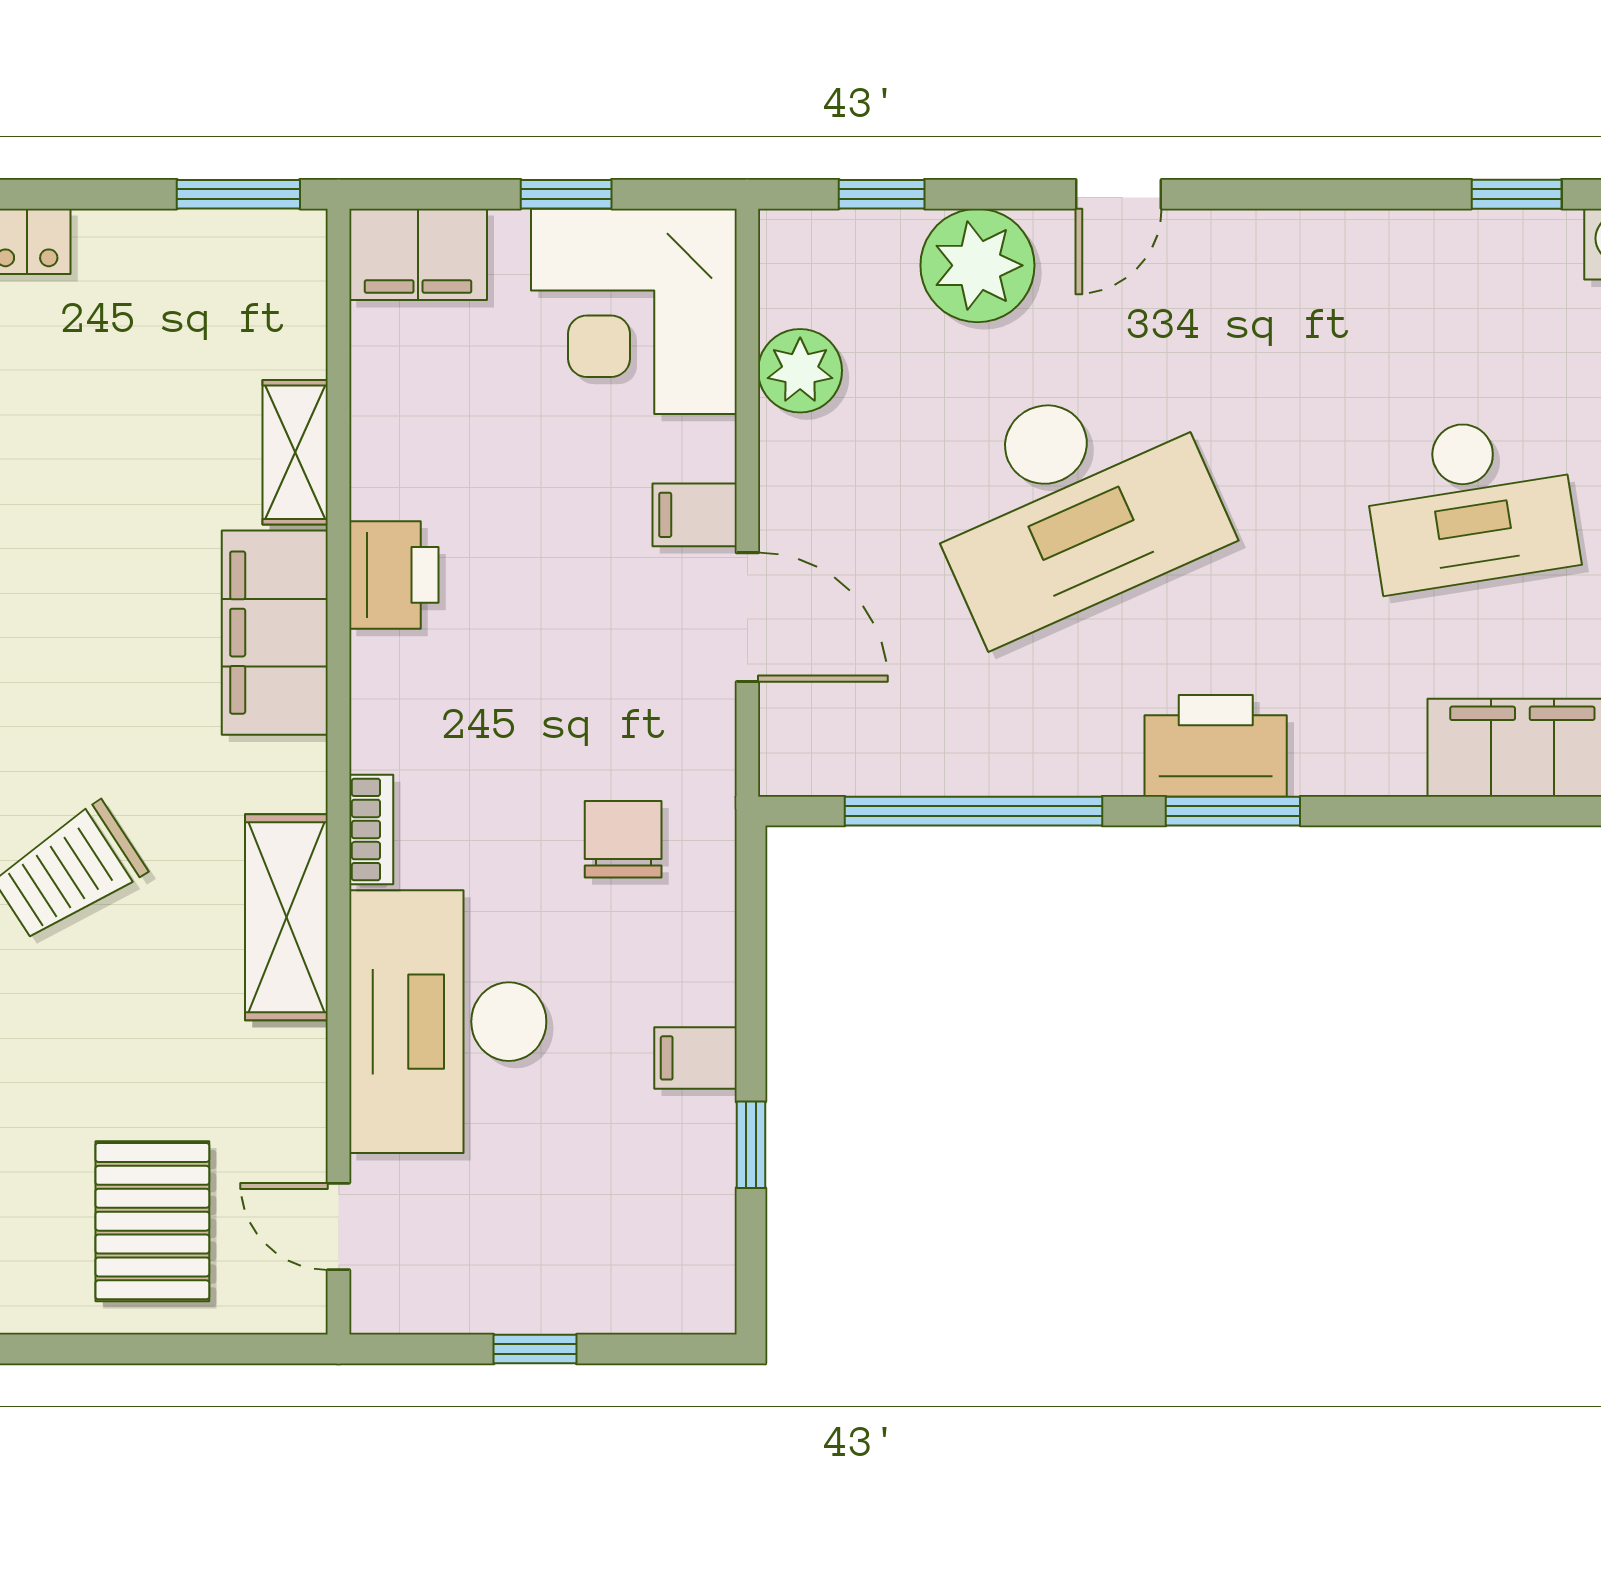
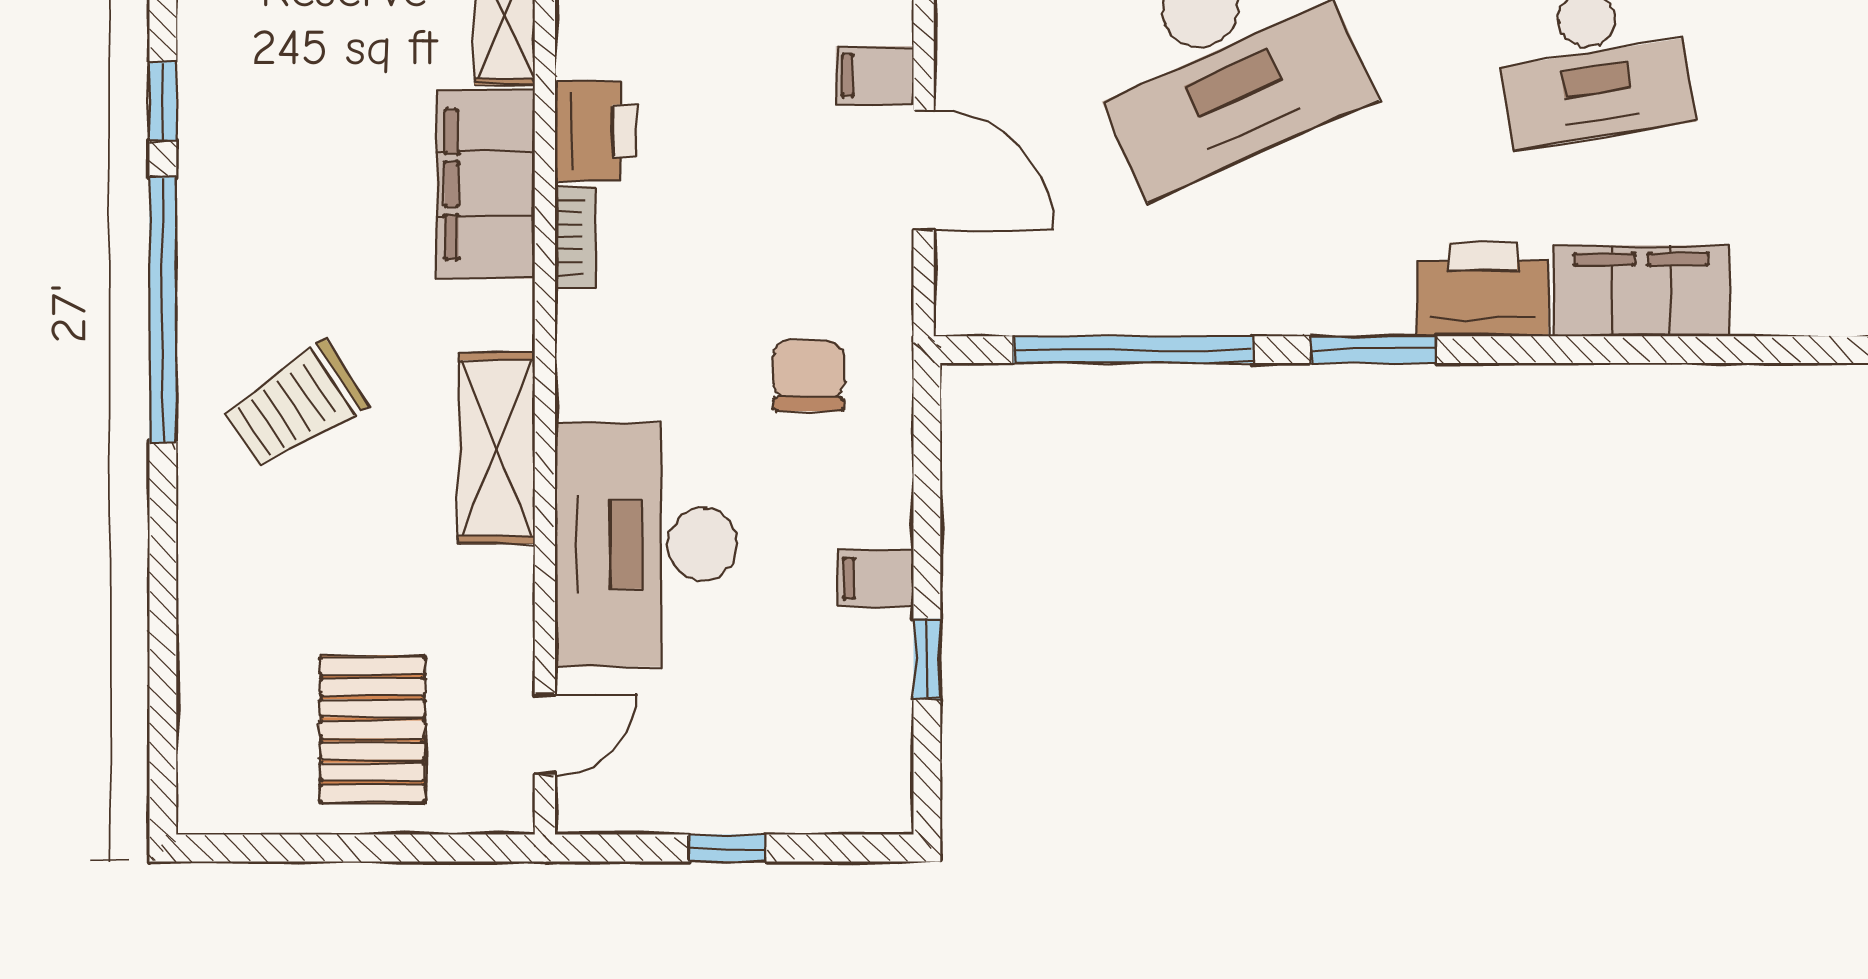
printer: (1216, 746) -> (1483, 289), moved
bookcase: (371, 830) -> (575, 237), moved
door: (339, 1226) -> (545, 734), swing flipped

